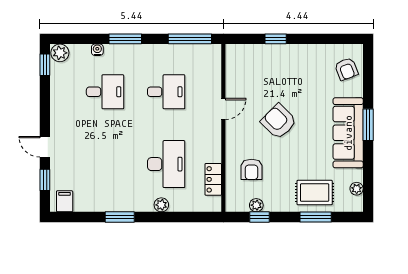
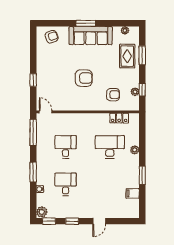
door: (223, 109) -> (46, 112), moved
armchair: (279, 122) -> (84, 78), turned -135
window: (45, 180) -> (72, 221), moved
filing cabinet: (65, 201) -> (133, 193), moved

